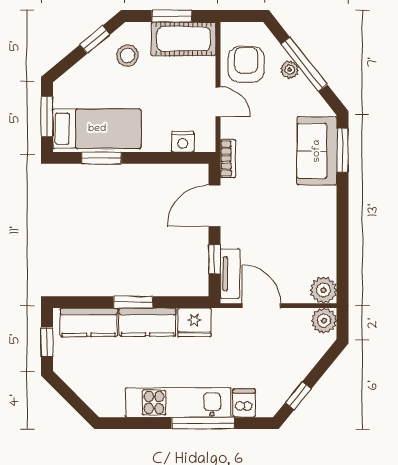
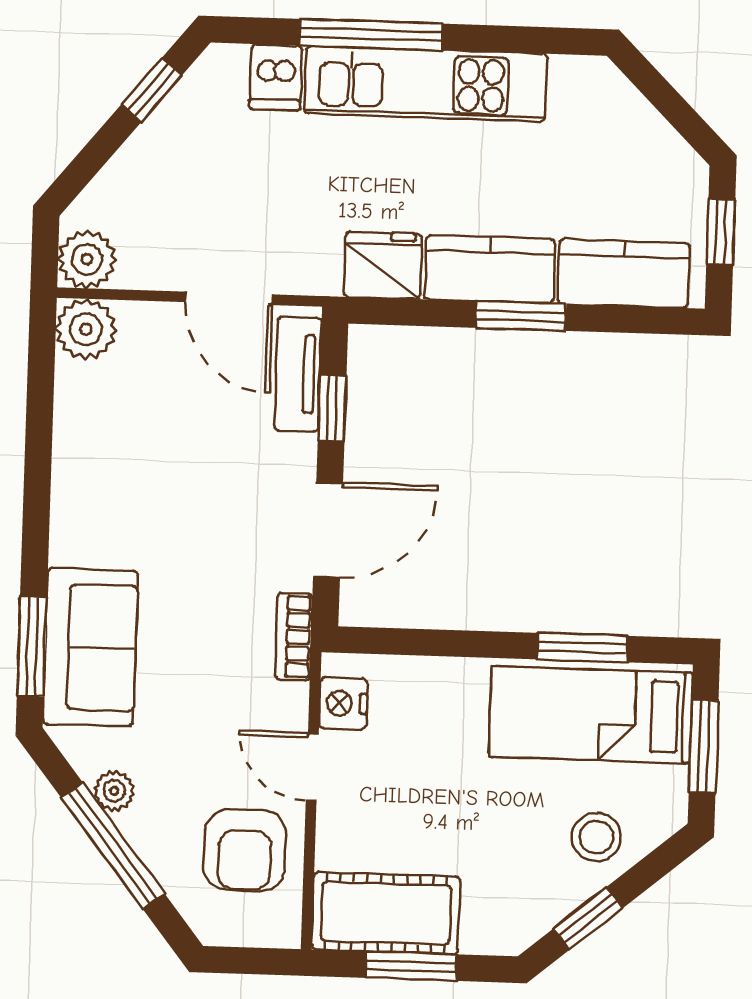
stool: (128, 56) -> (596, 837), moved
plant: (290, 70) -> (114, 791), moved
nightstand: (183, 142) -> (343, 703), moved, turned -90

